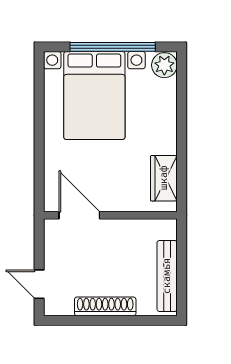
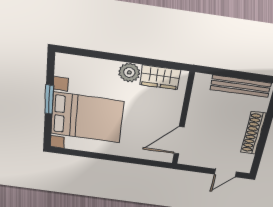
window: (113, 47) -> (49, 99), width x0.47
plant: (164, 65) -> (129, 72), moved

